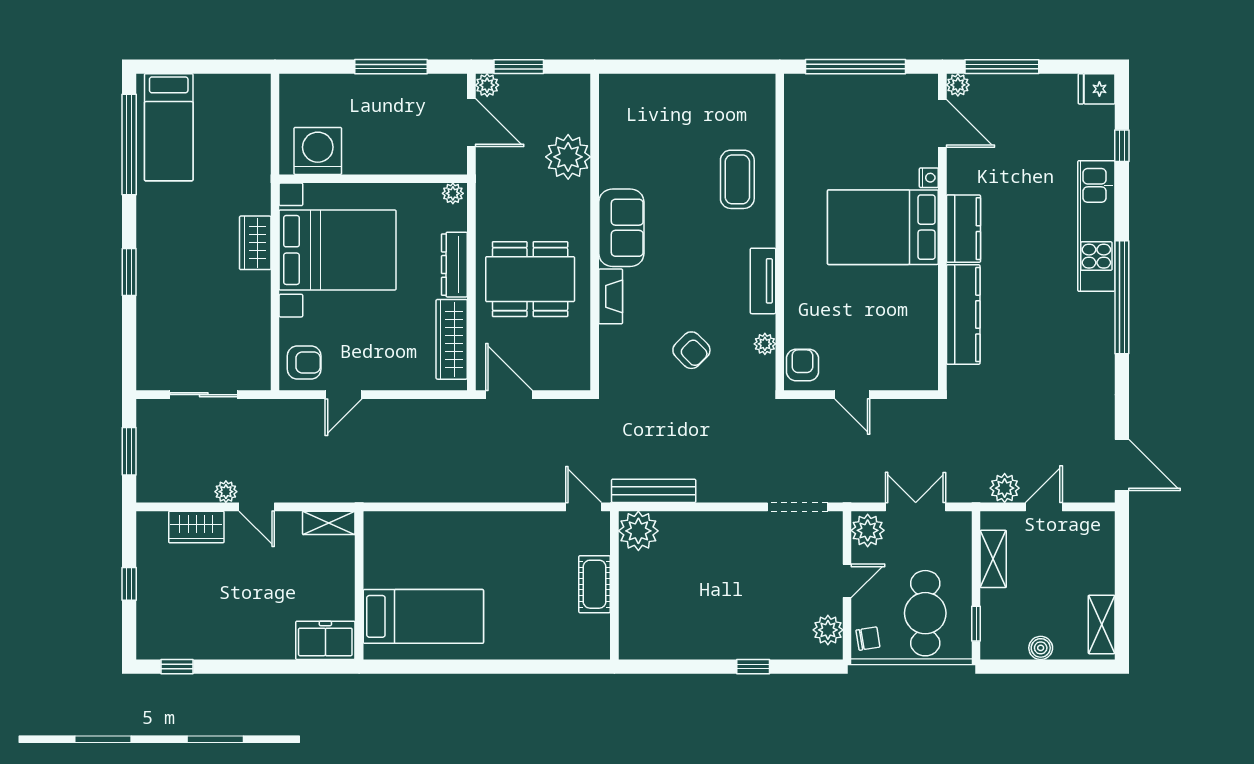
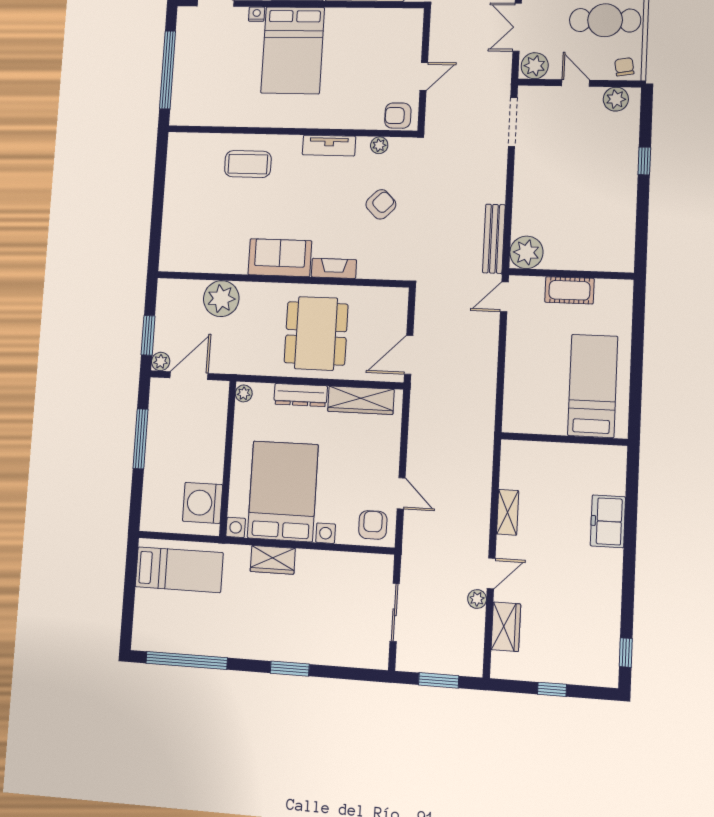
bed: (169, 127) -> (179, 570), moved
wall: (359, 585) -> (564, 439), moved
bed: (423, 616) -> (593, 386), moved

